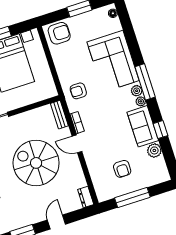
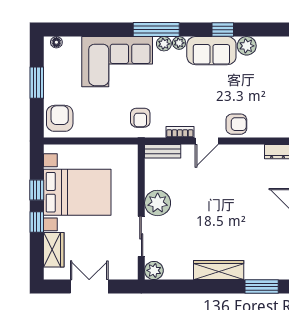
plant: (21, 123) -> (158, 203), added
spiral stairs: (36, 163) -> (214, 200), removed
armchair: (122, 169) -> (236, 124), moved

